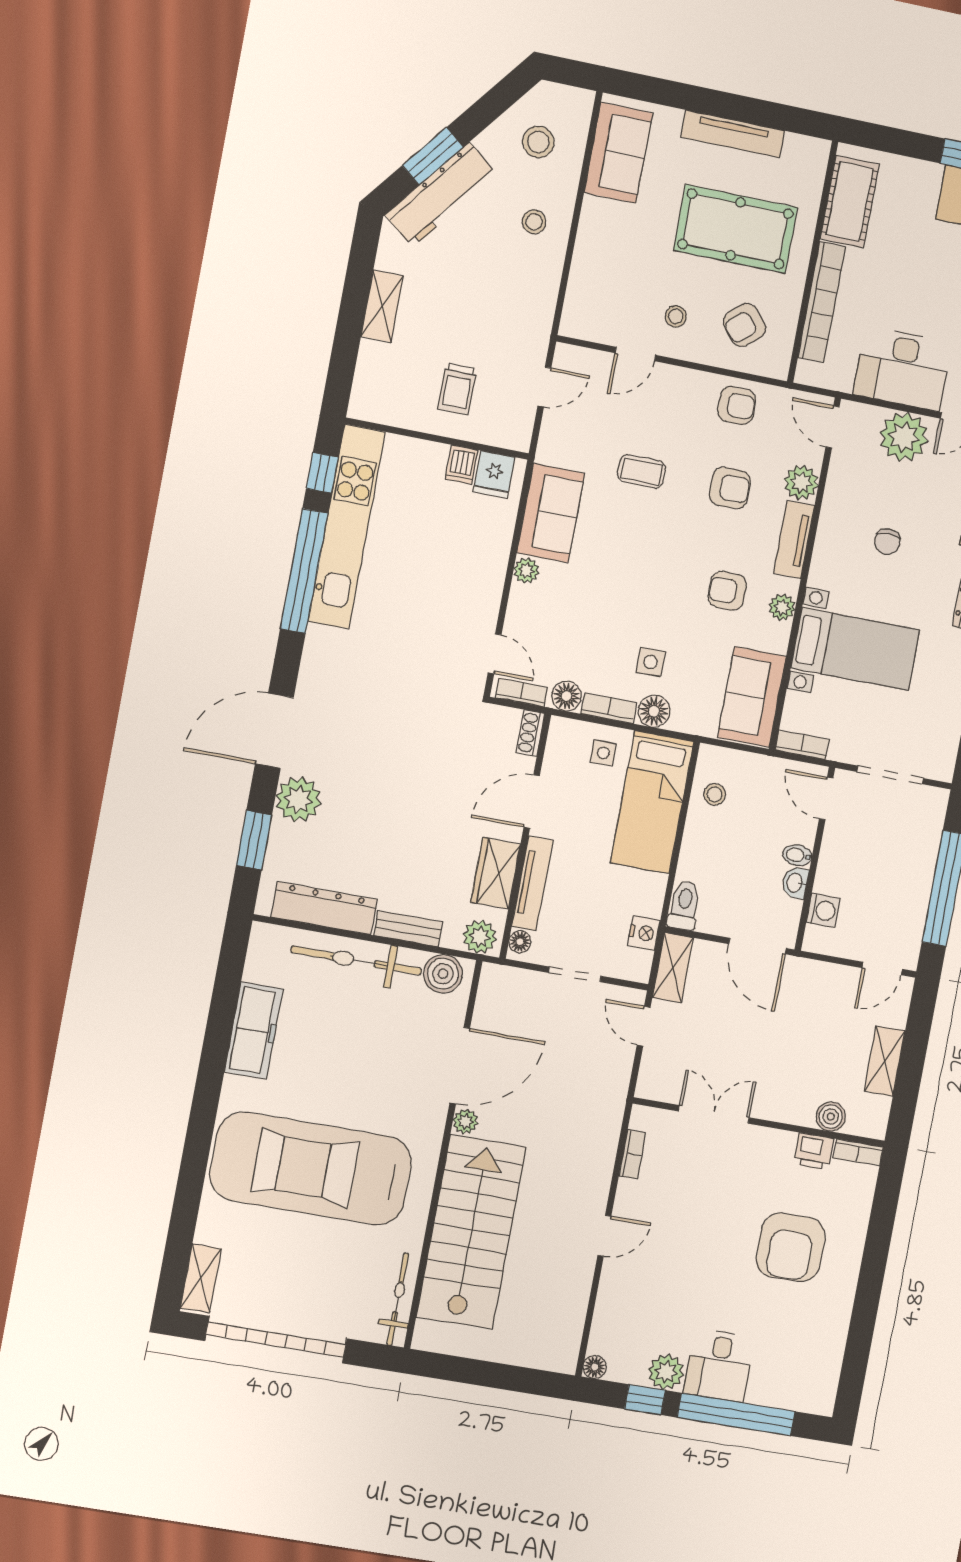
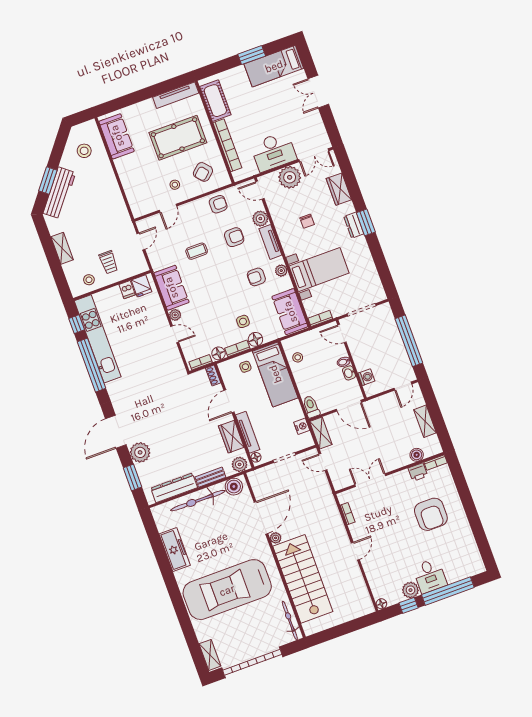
tv unit: (733, 134) -> (176, 95), moved
stool: (534, 222) -> (89, 280), moved
door: (495, 654) -> (175, 334), moved

